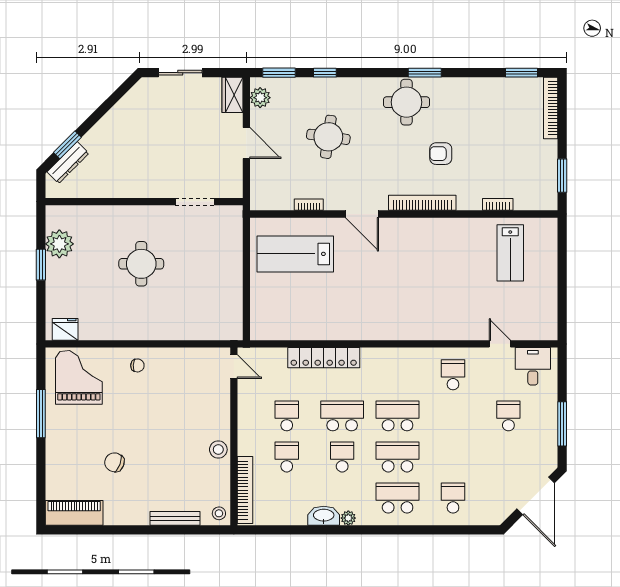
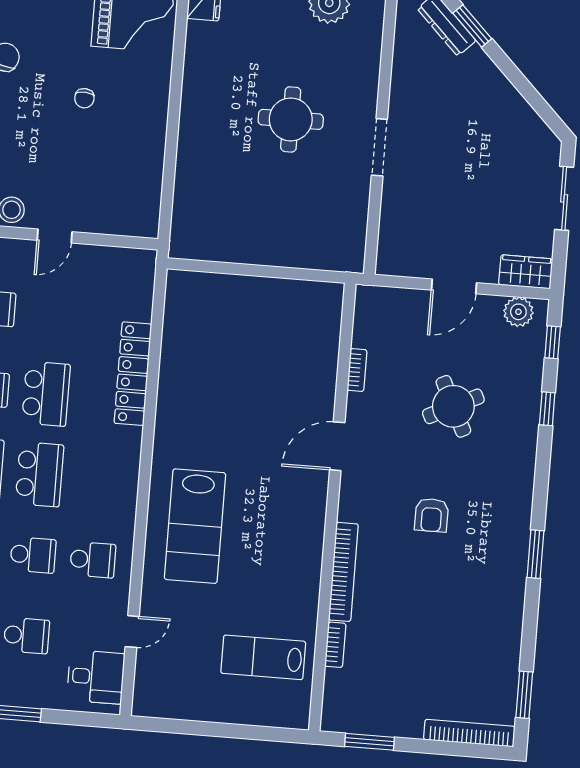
window: (279, 73) -> (553, 342), width x0.67
round table: (407, 102) -> (495, 524), removed
round table: (328, 137) -> (453, 406), turned -34
armchair: (441, 154) -> (432, 515), moved, turned 180
doorway: (195, 202) -> (379, 147), moved
bookcase: (422, 203) -> (343, 572), moved
lab bench: (295, 254) -> (195, 526), moved, turned 180
chair: (137, 365) -> (84, 98), moved
door: (234, 367) -> (55, 236), moved
school desk: (287, 416) -> (33, 555), moved

